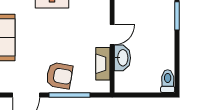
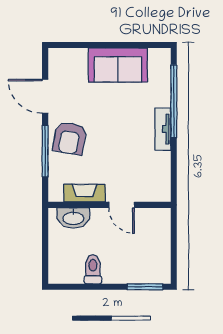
washbasin: (122, 58) -> (73, 218), moved
toilet: (168, 81) -> (93, 269), moved, turned -90

